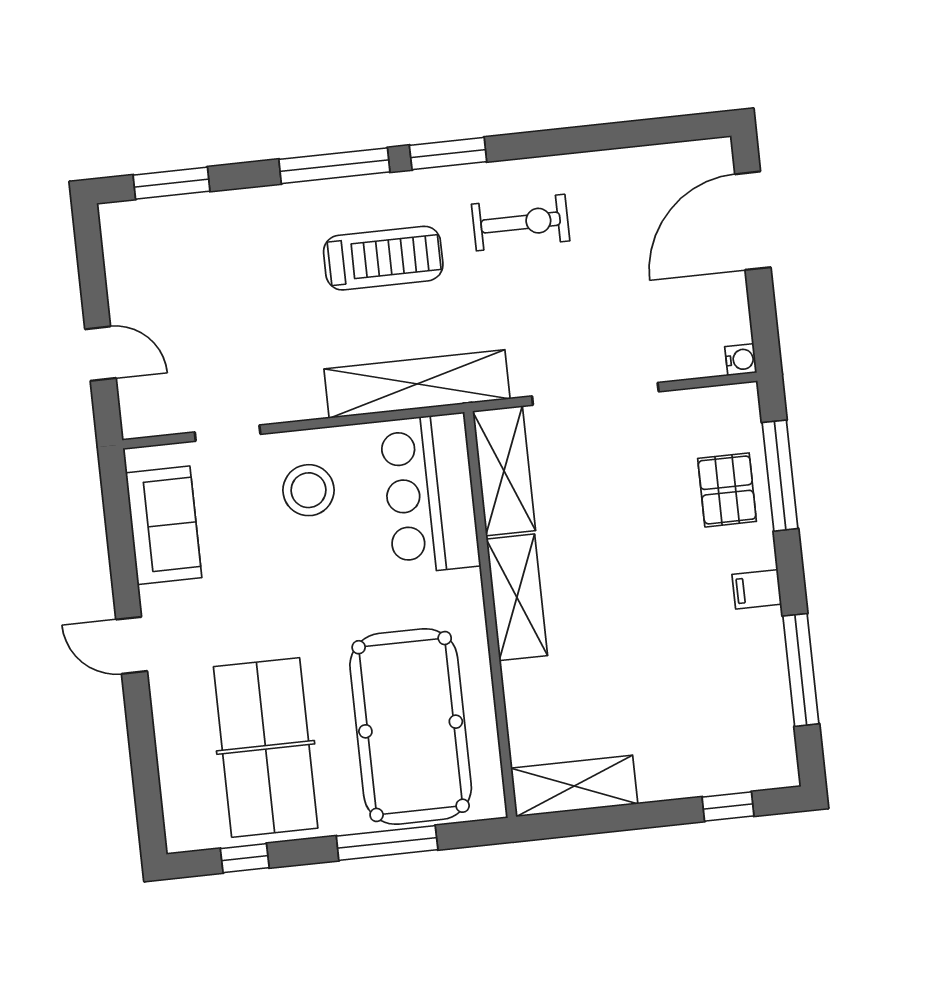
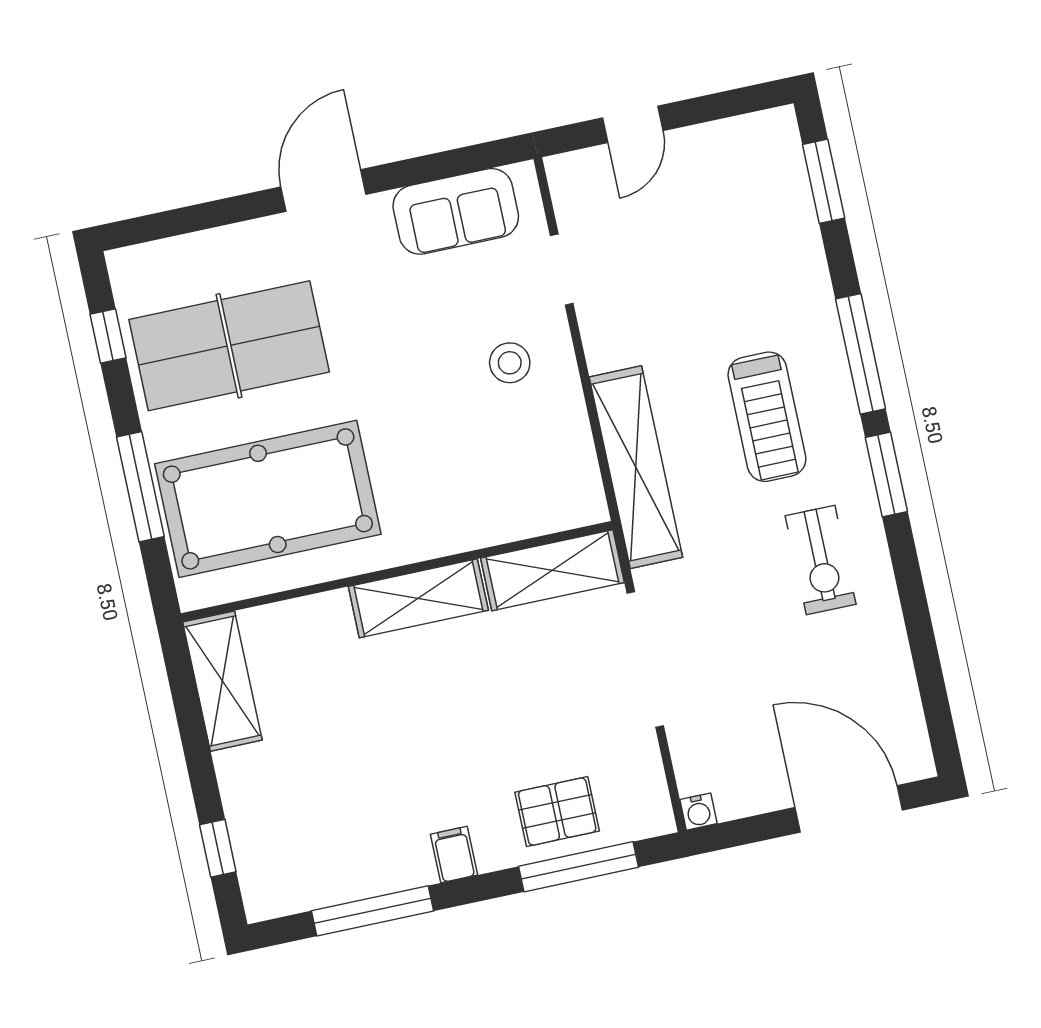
stool: (309, 490) -> (510, 363), width x0.73, depth x0.73
bar counter: (430, 494) -> (520, 493), removed
door: (132, 645) -> (323, 191), width x1.38

